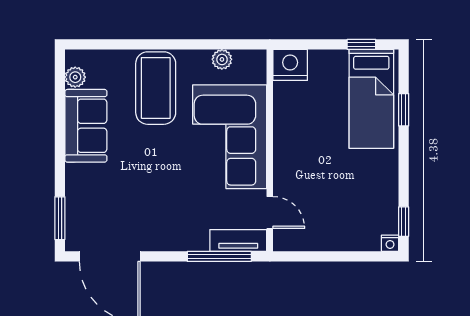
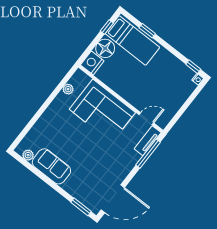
floor lamp: (327, 67) -> (105, 48), added
coffee table: (156, 88) -> (58, 126), removed

